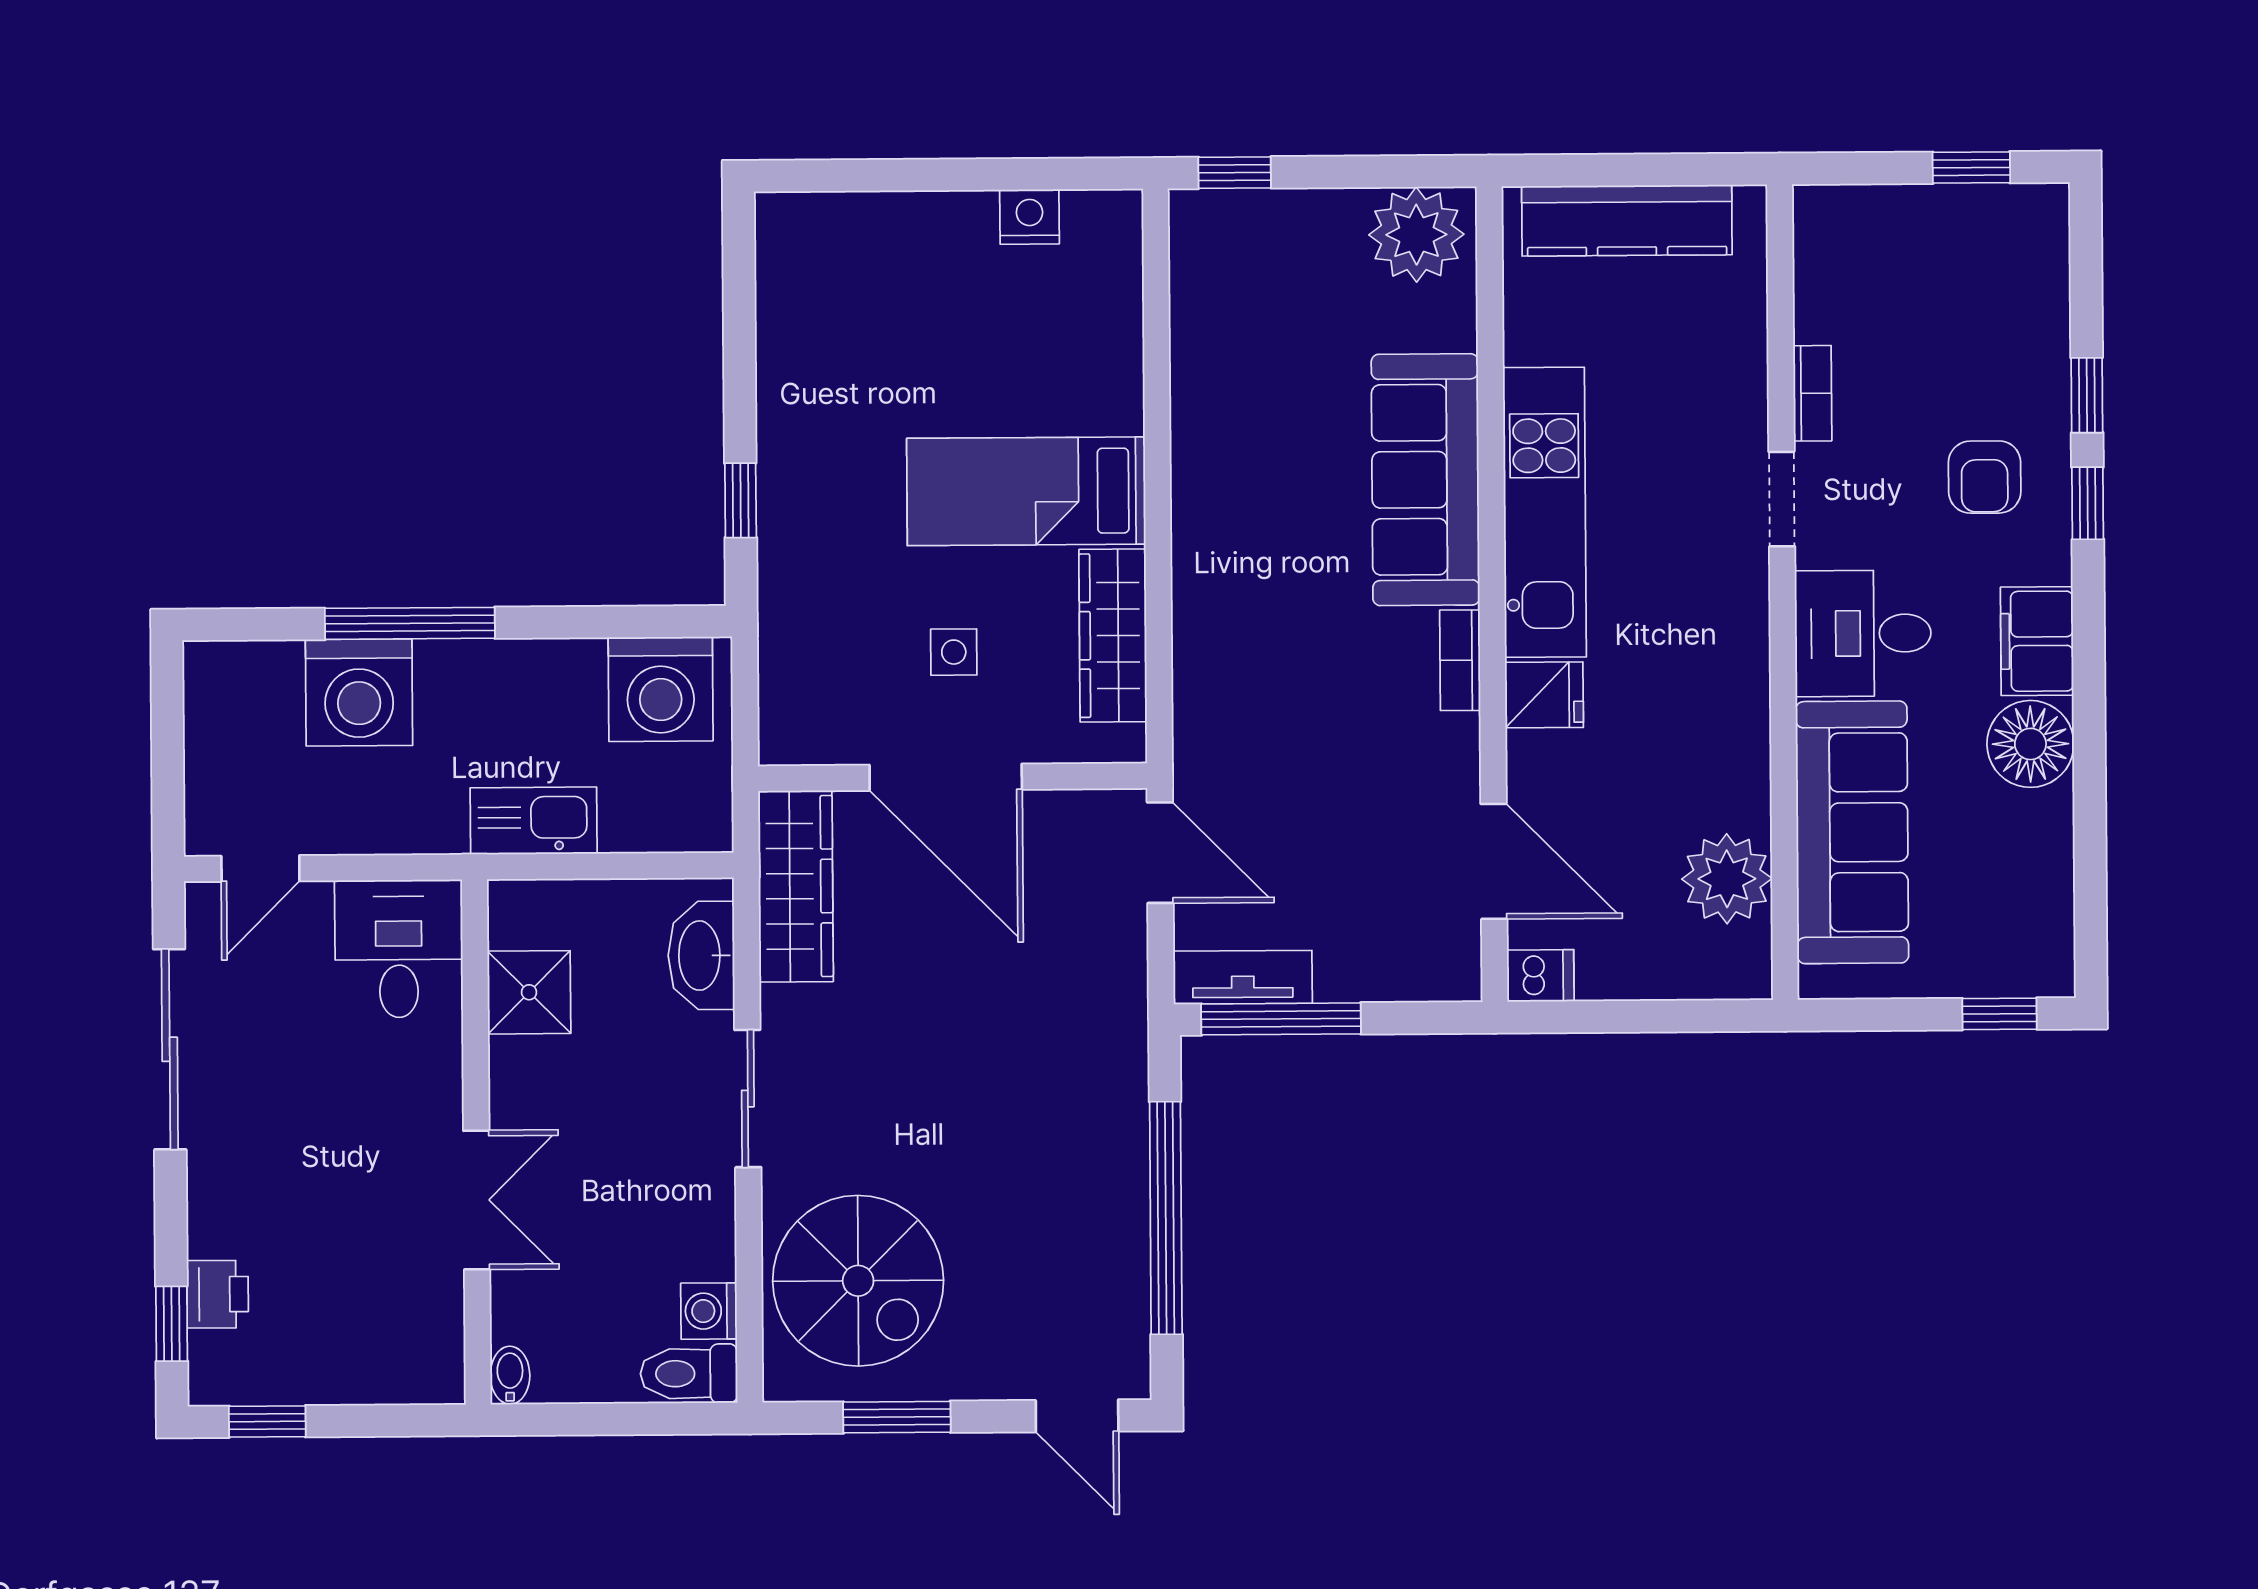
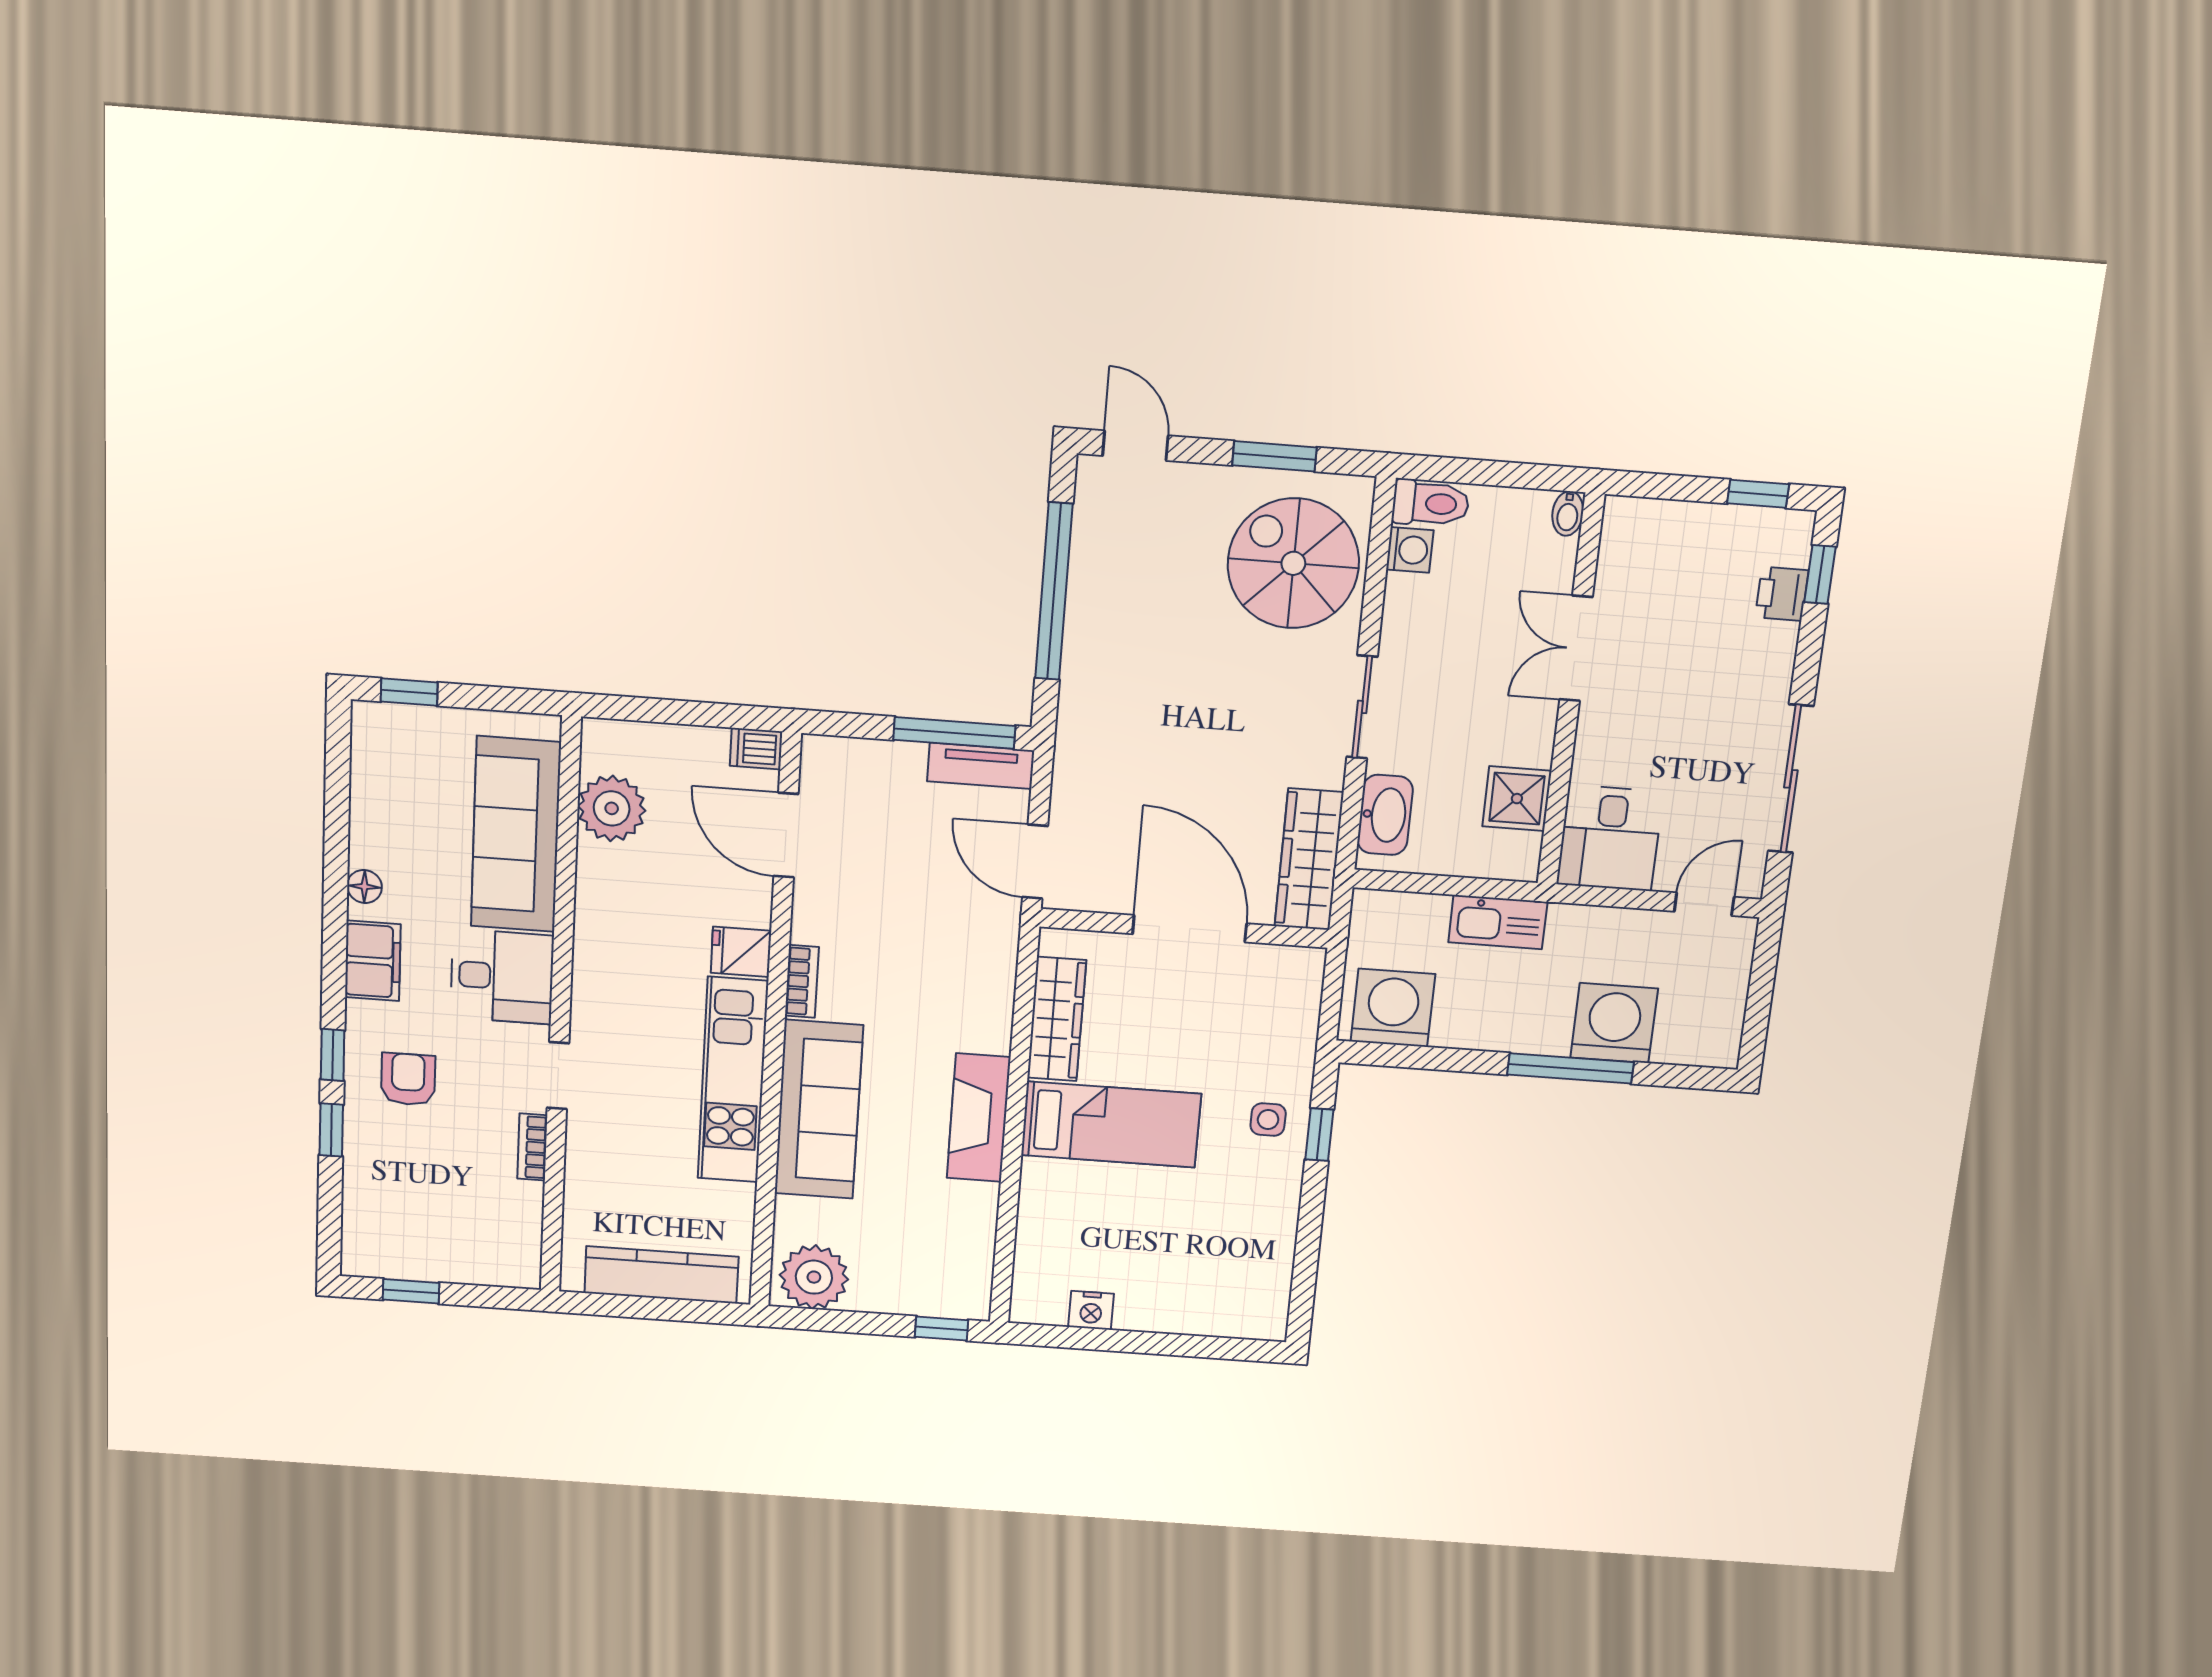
fireplace: (1207, 486) -> (979, 1118), added
side table: (954, 652) -> (1268, 1120), moved
floor lamp: (2030, 744) -> (364, 887), width x0.53, depth x0.53

